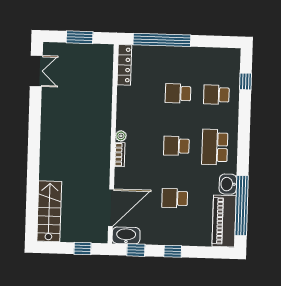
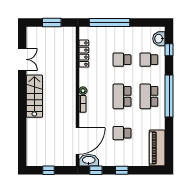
locker: (124, 65) -> (84, 54), moved
double door: (36, 71) -> (22, 59), moved
school desk: (176, 146) -> (122, 96), width x1.85
washbasin: (228, 184) -> (159, 39), moved
window: (242, 206) -> (169, 96), moved
stairs: (49, 211) -> (34, 96), moved
window: (82, 248) -> (48, 170), moved

